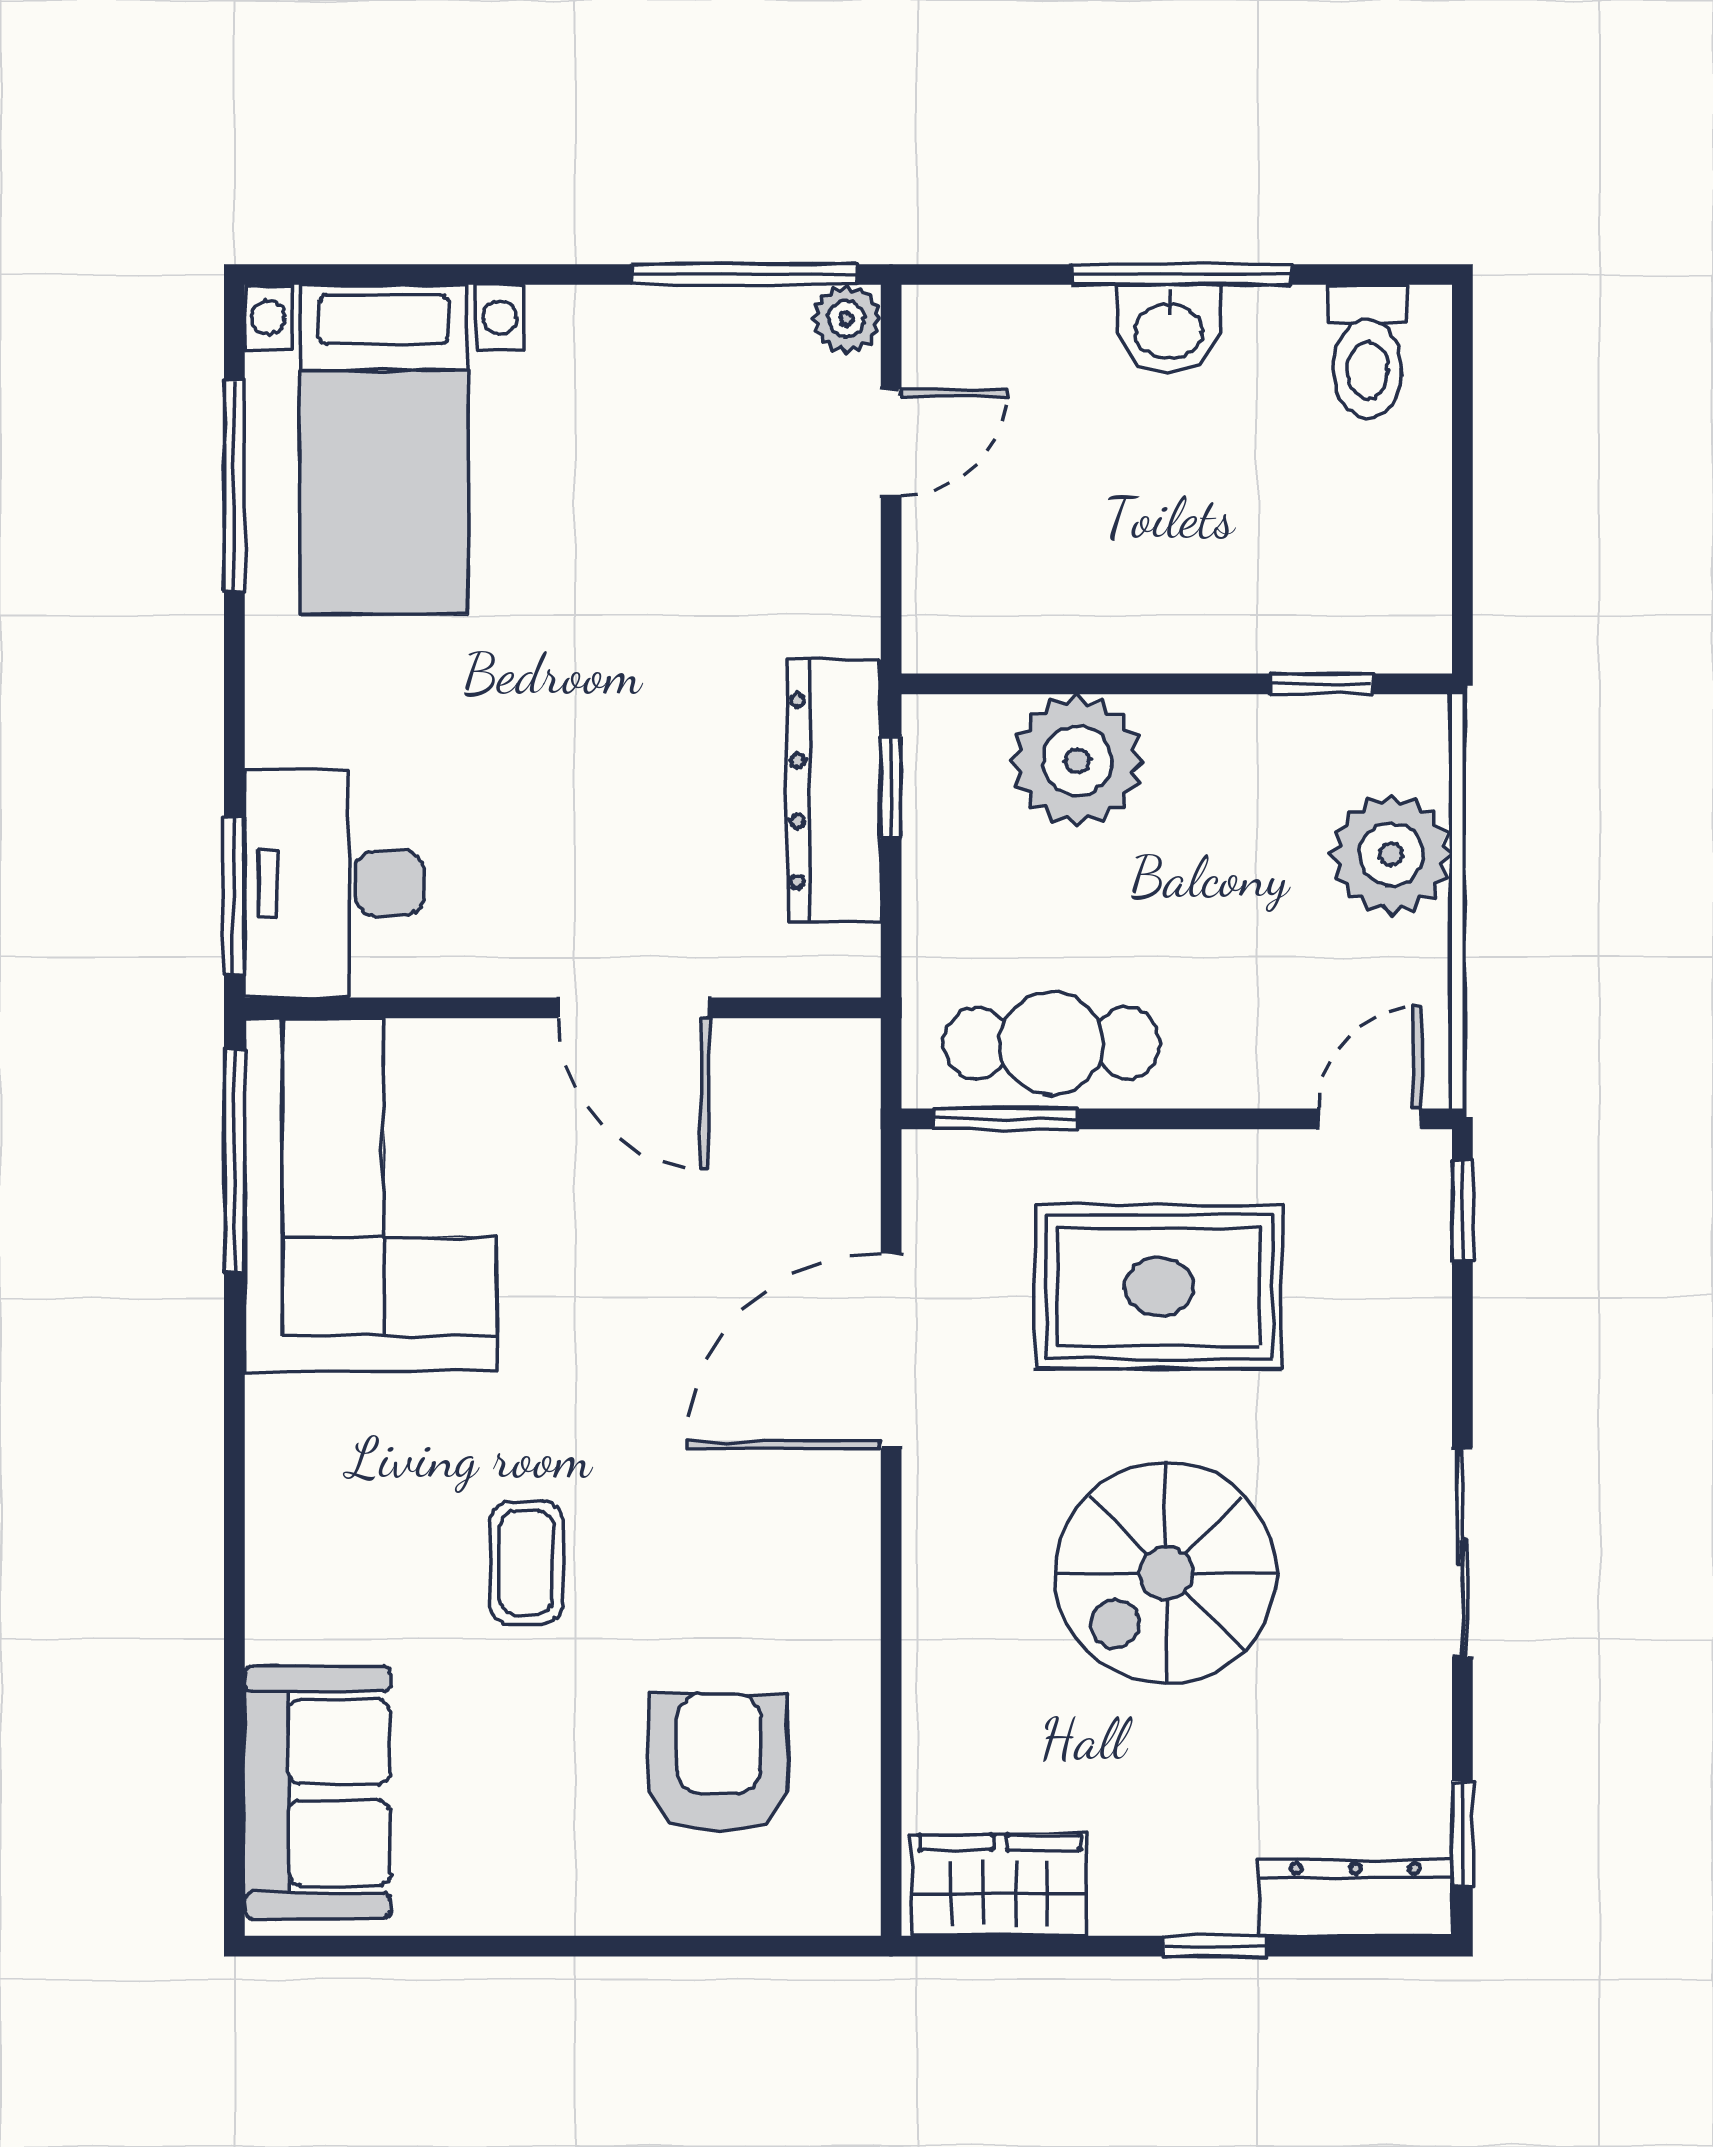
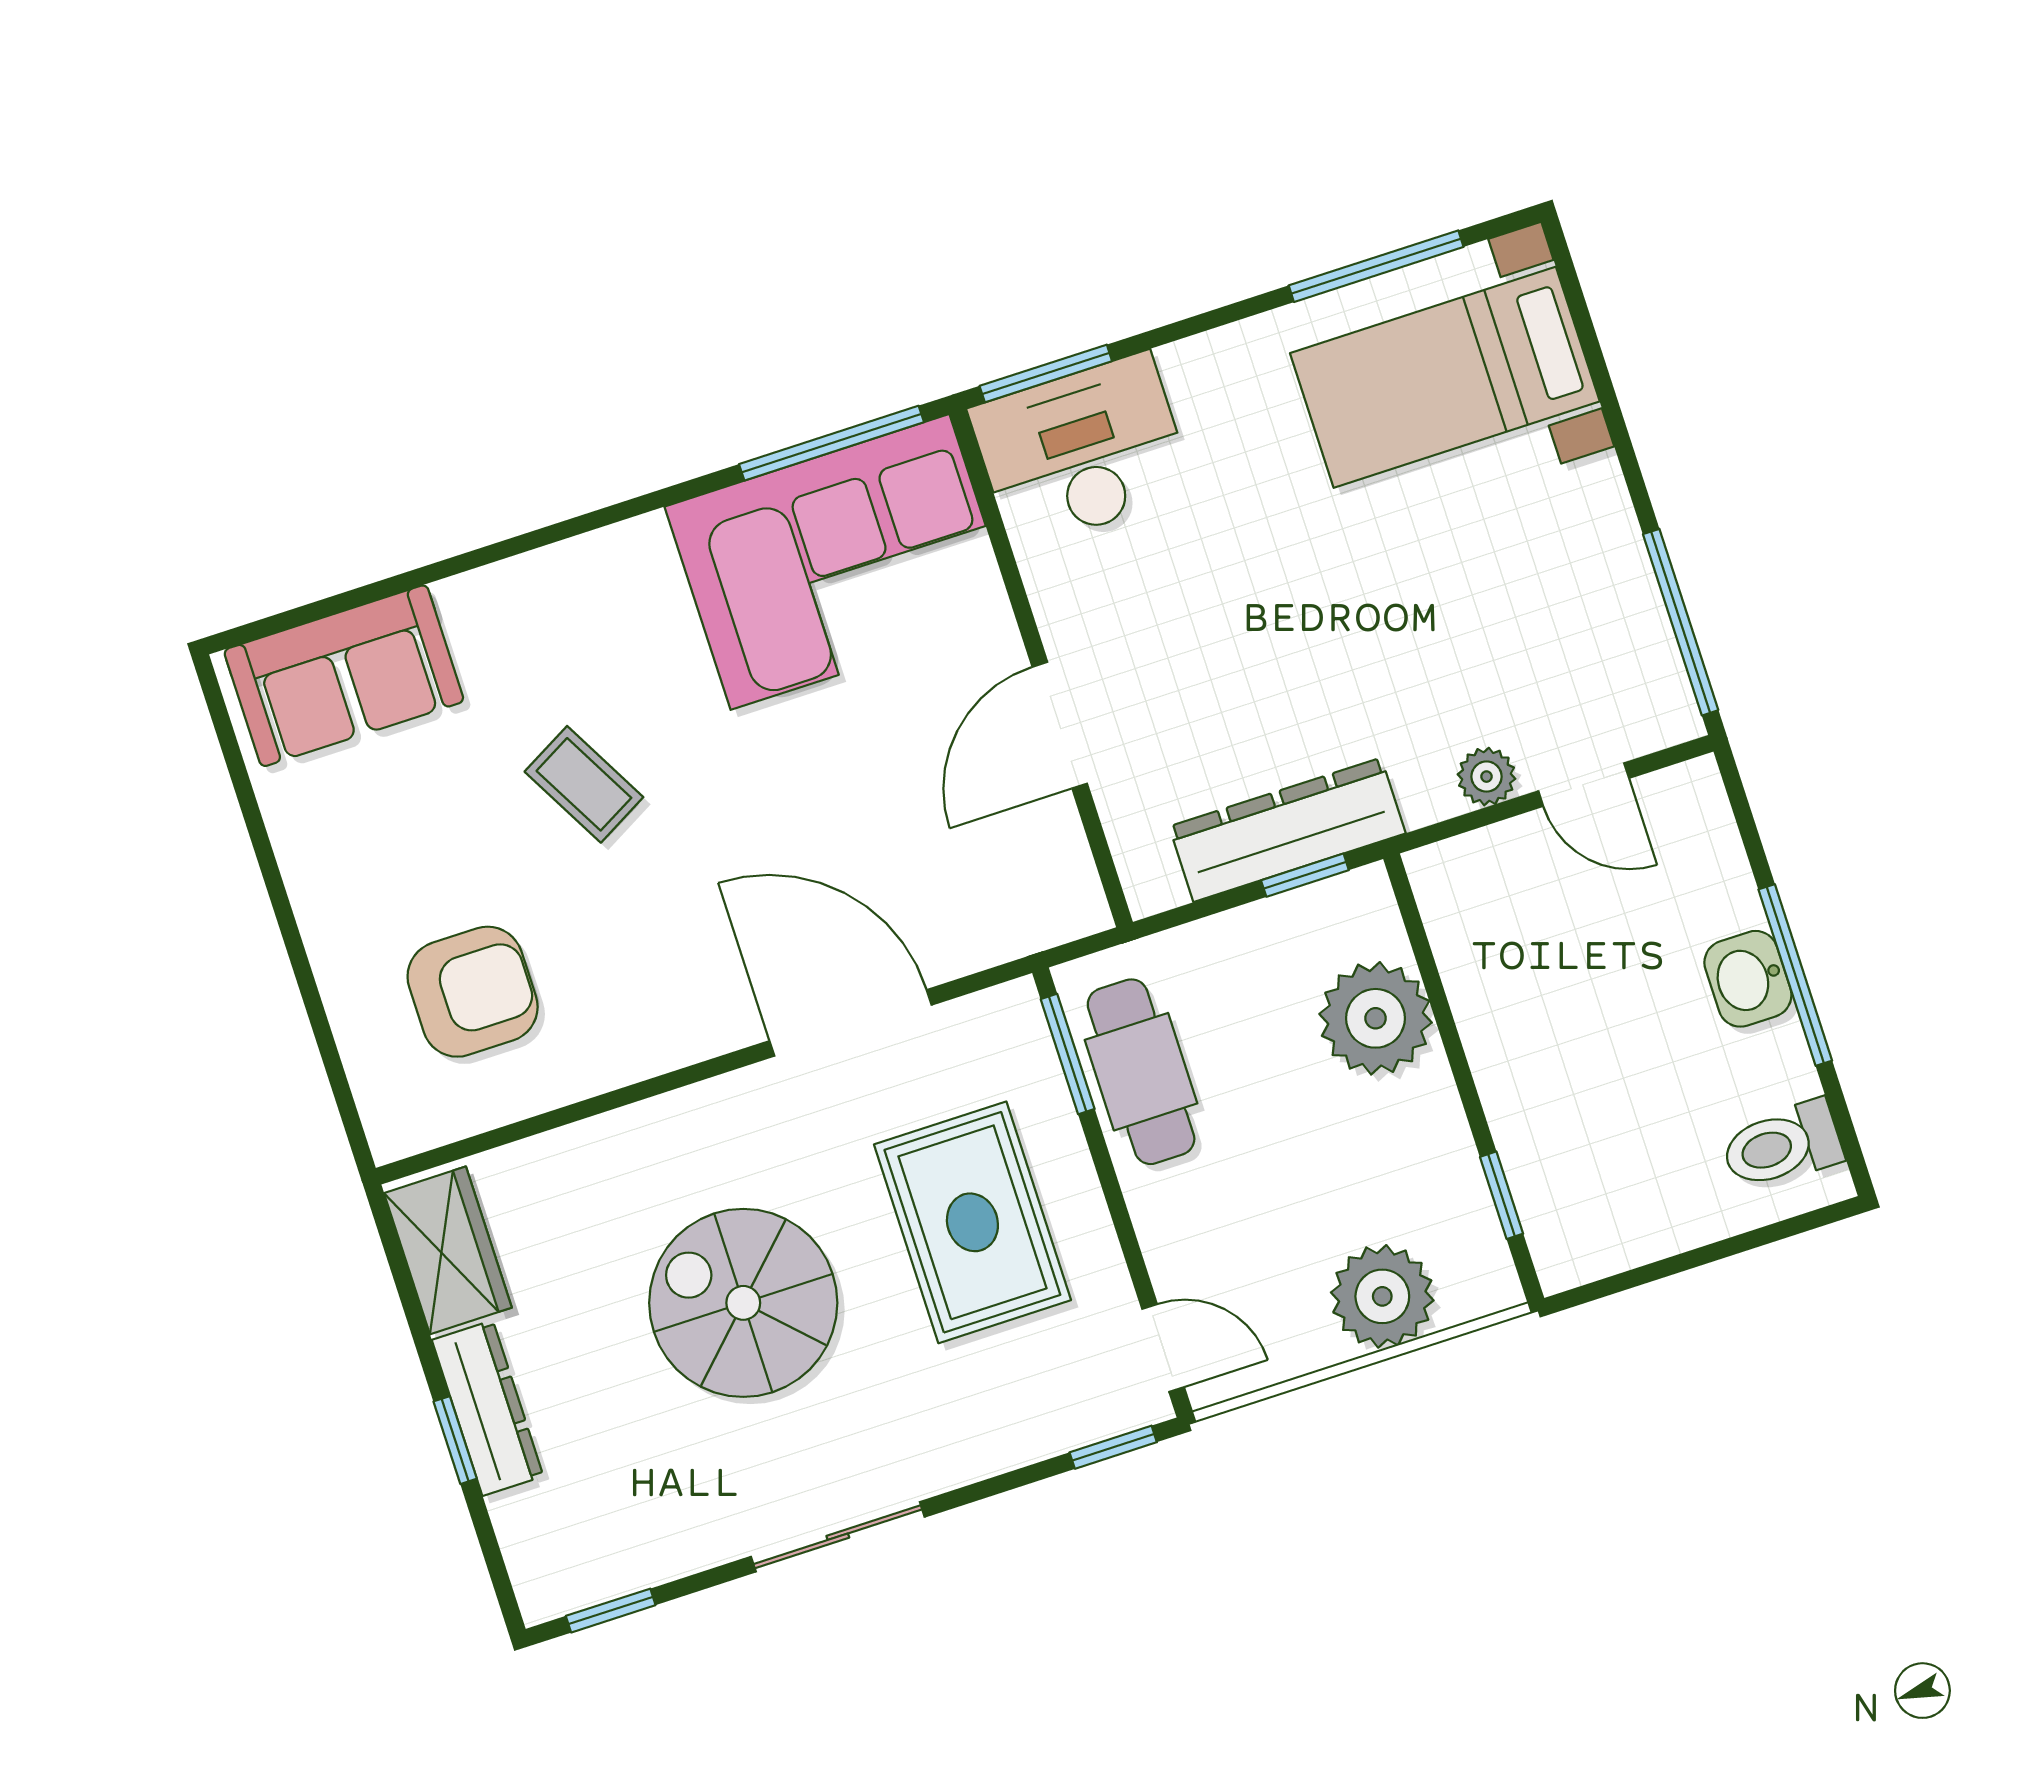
plant: (847, 319) -> (1486, 777), moved
coffee table: (527, 1563) -> (584, 784), turned 61
dresser: (1355, 1898) -> (488, 1408), moved

